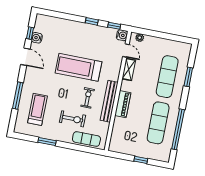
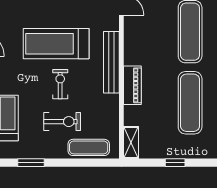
shelving: (129, 69) -> (131, 142), moved
exercise bike: (88, 98) -> (60, 84), moved
bench: (109, 101) -> (111, 62), moved

